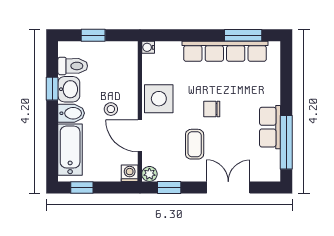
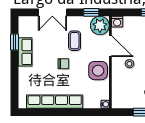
window: (243, 35) -> (43, 112), removed
window: (286, 142) -> (14, 42), width x0.46
plant: (149, 174) -> (100, 26), width x1.87, depth x1.87

